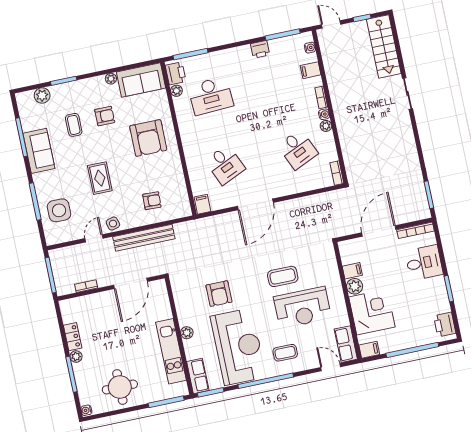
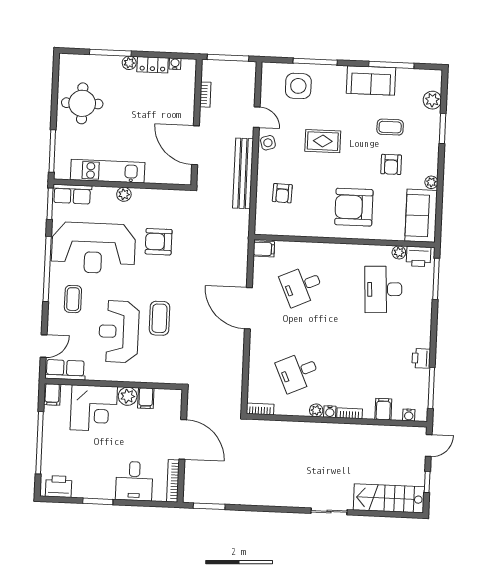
water cooler: (86, 410) -> (175, 64), moved

